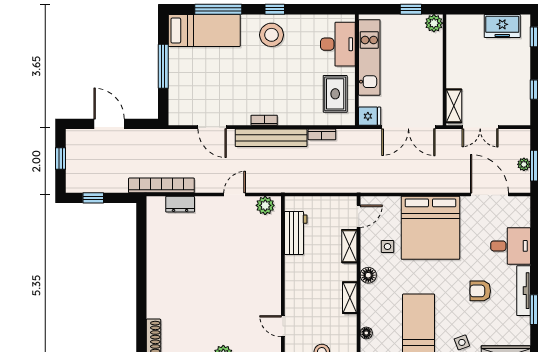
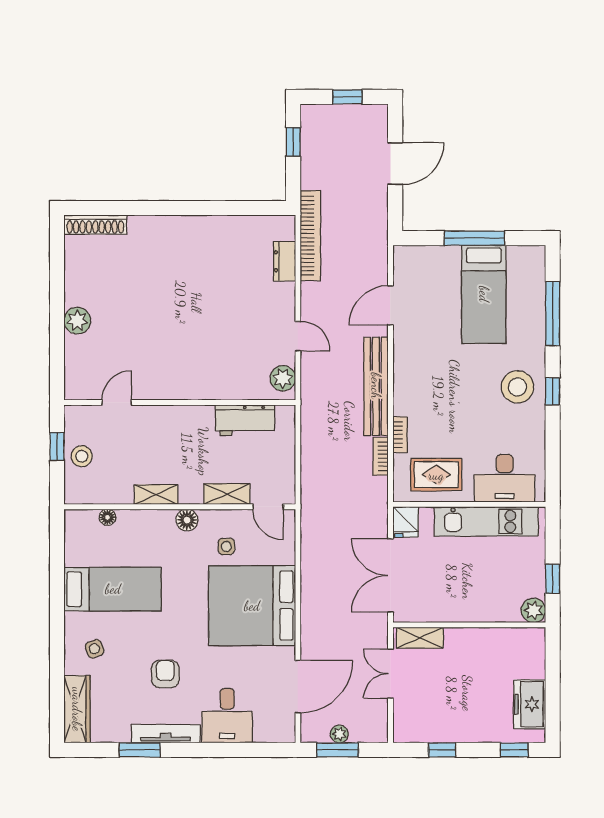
bed: (204, 30) -> (484, 294), moved
bookcase: (264, 120) -> (400, 435), moved

